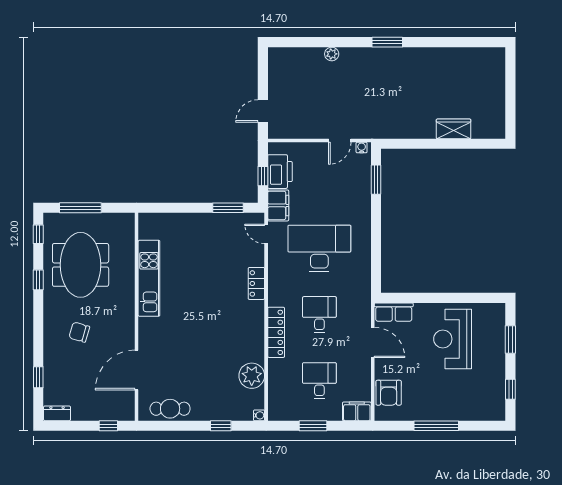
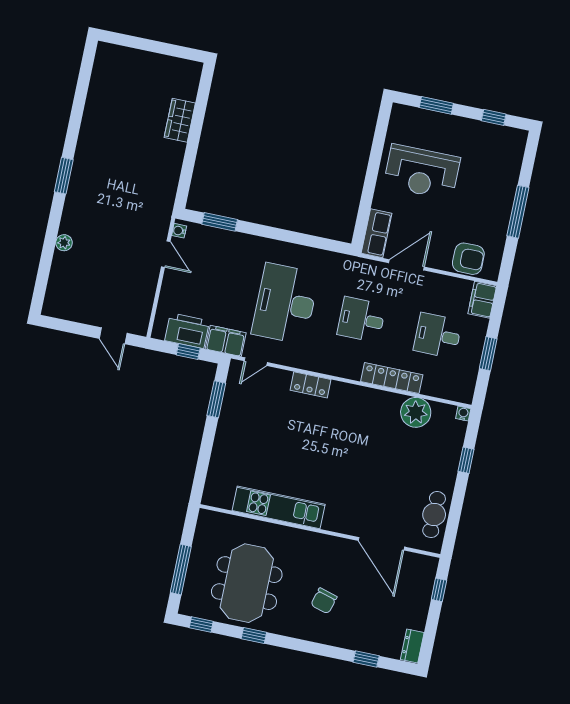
meeting table: (81, 265) -> (247, 583), turned 90
locker: (276, 332) -> (392, 378), moved

